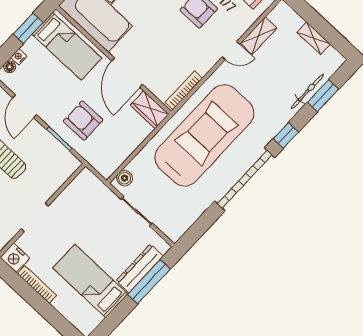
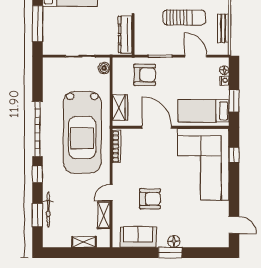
shelving: (314, 38) -> (84, 242), moved
wardrobe: (150, 110) -> (120, 108), moved, turned 90
armchair: (83, 121) -> (145, 75), moved
dresser: (140, 268) -> (125, 35), moved, turned 180

